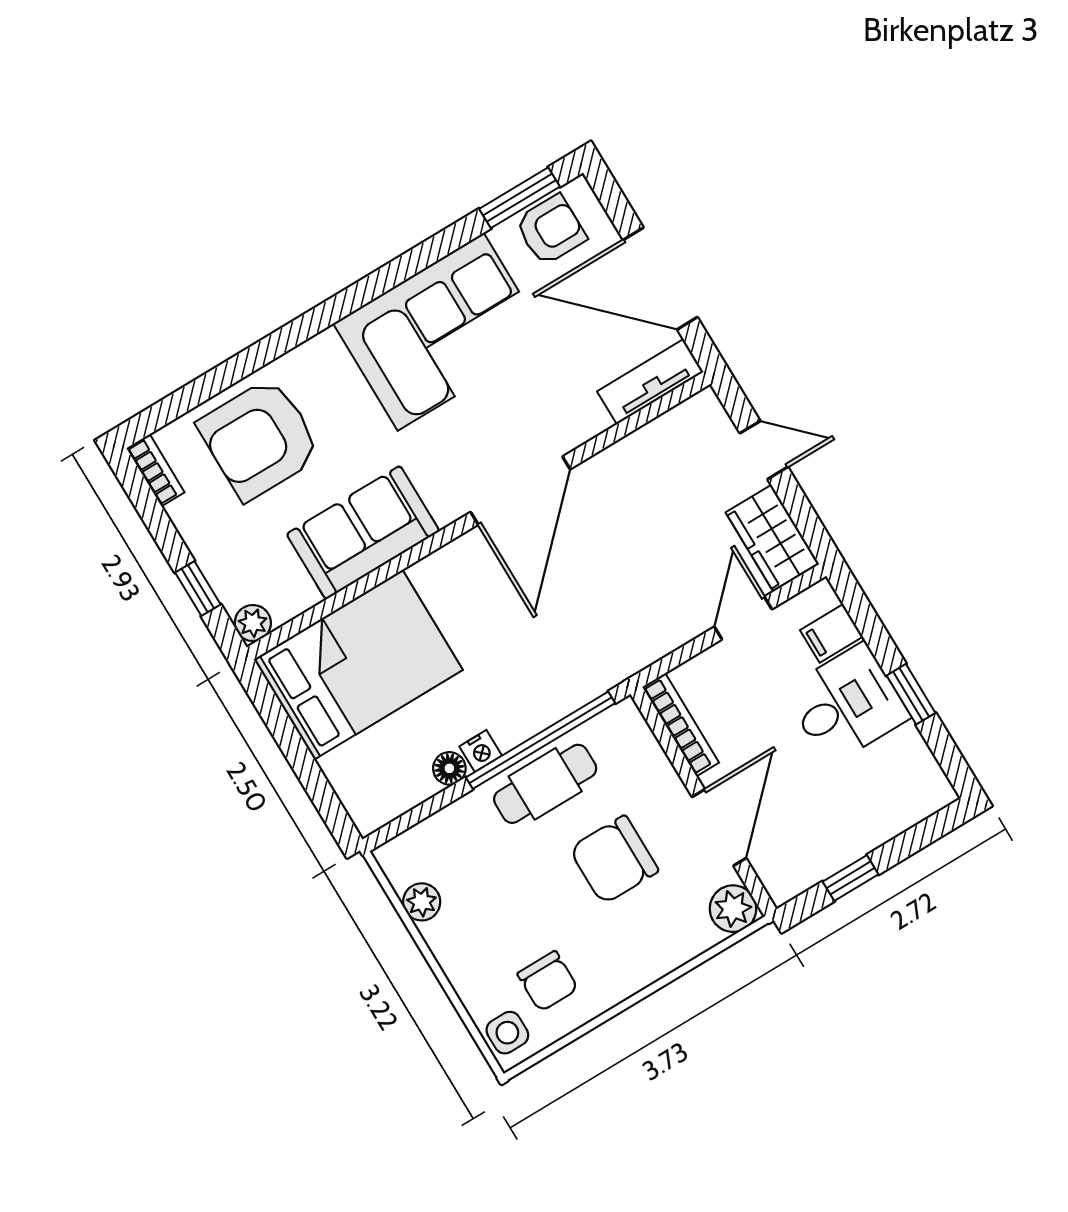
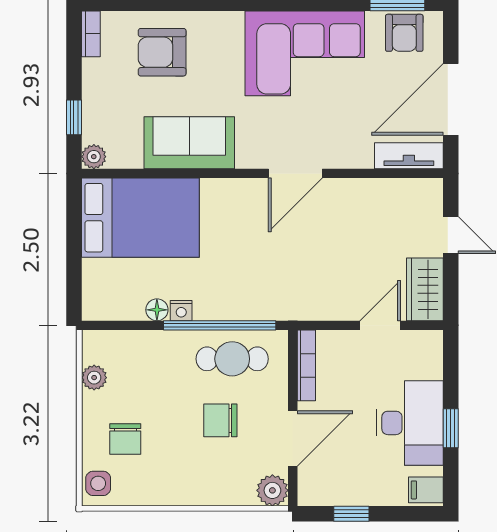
armchair: (551, 230) -> (404, 33), turned 90
door: (660, 279) -> (451, 99), hinge flipped
armchair: (260, 439) -> (162, 52), width x0.73, depth x0.73
door: (520, 491) -> (295, 173), width x0.73
filing cabinet: (832, 633) -> (426, 490), moved
desk: (846, 704) -> (410, 423), width x1.37
cafe table: (545, 784) -> (232, 359), moved
chair: (614, 860) -> (220, 420), width x0.73, depth x0.73
chair: (548, 981) -> (125, 439), moved

